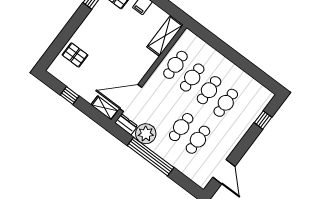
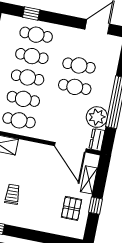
trolley: (114, 28) -> (12, 194), added
pallet: (75, 55) -> (72, 208), moved
shelving: (105, 108) -> (89, 180), moved
cafe table: (243, 115) -> (36, 35), added

